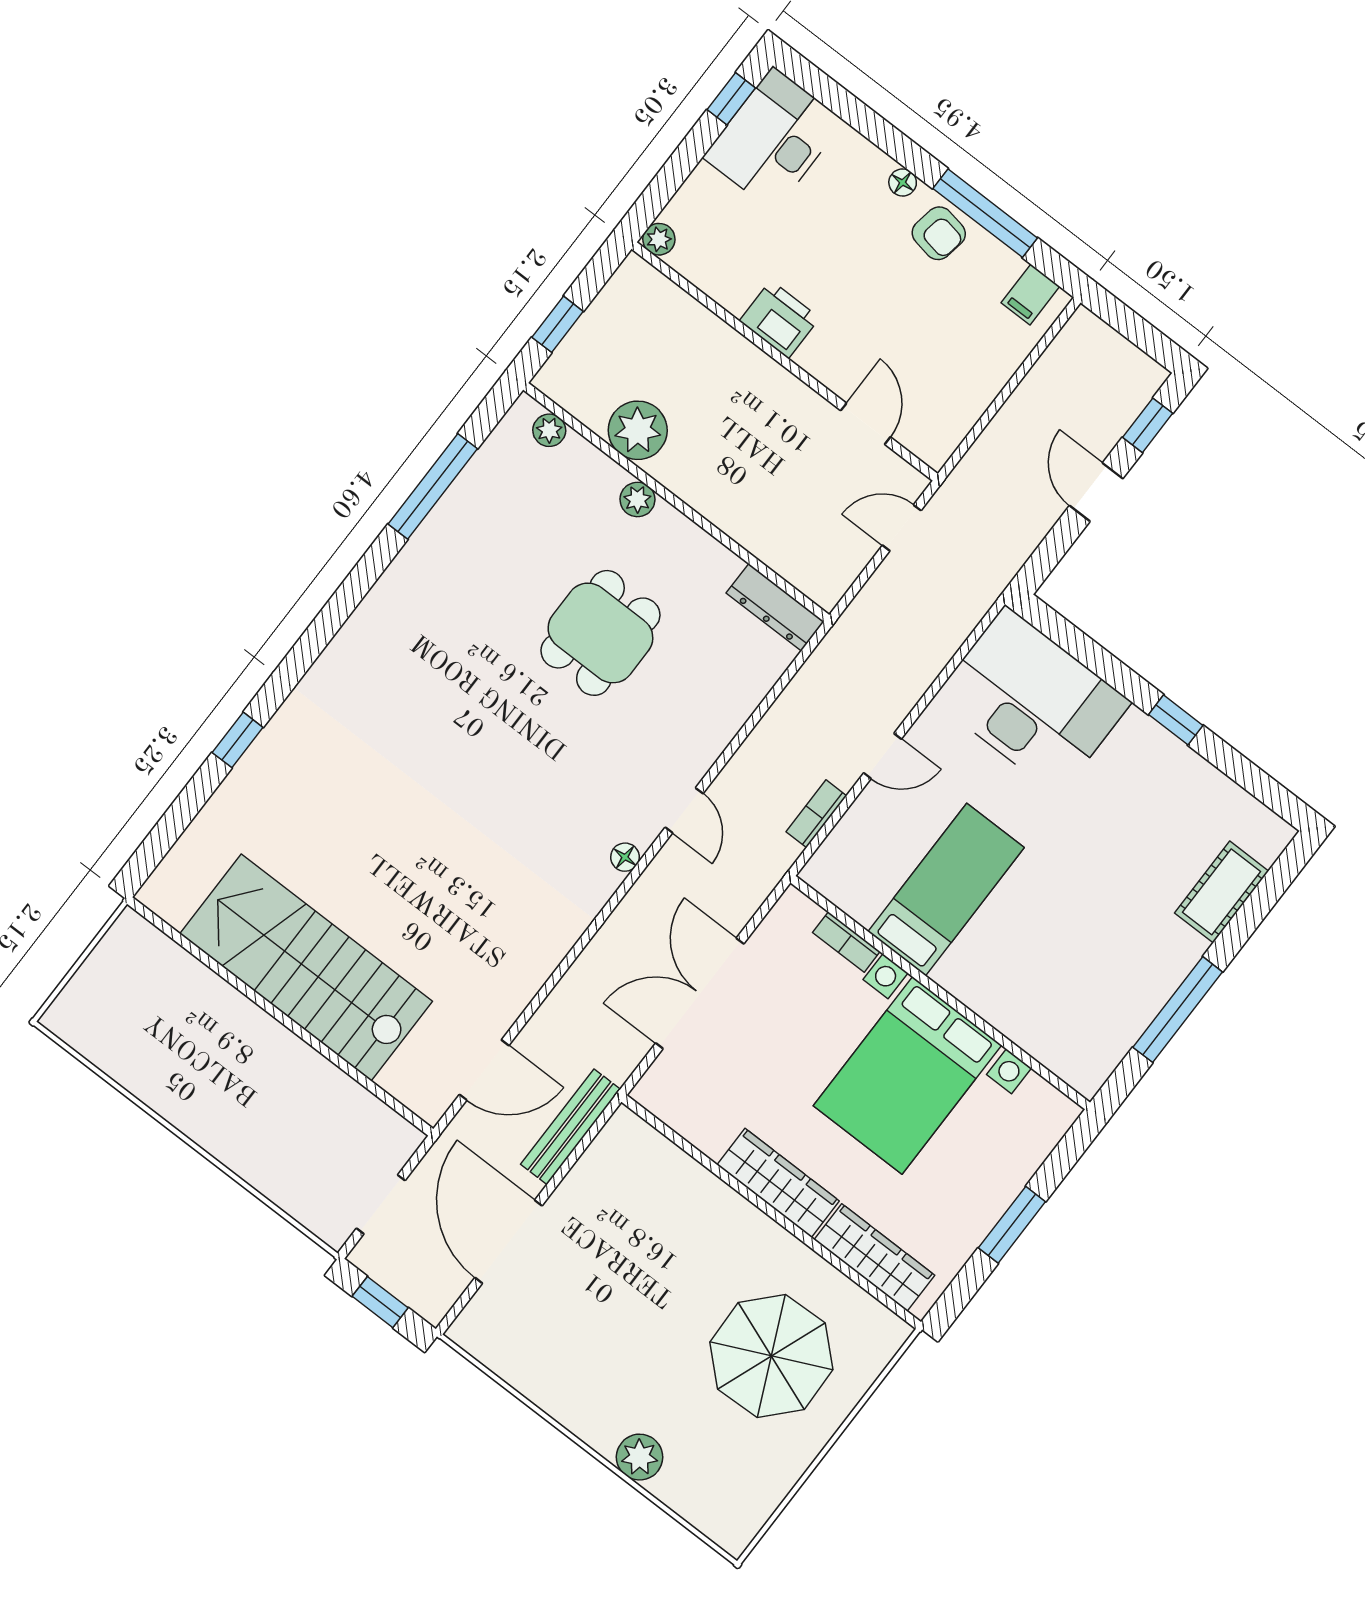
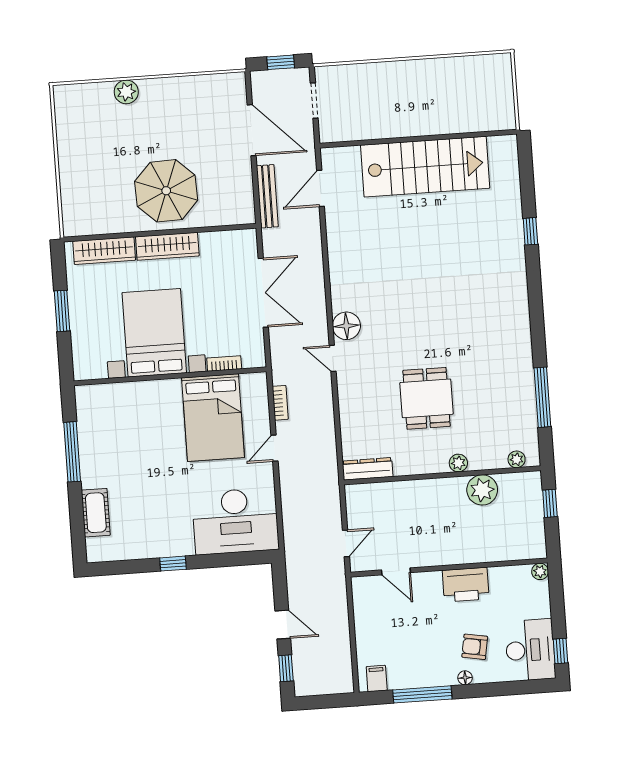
armchair: (939, 233) -> (475, 647), moved
printer: (779, 319) -> (466, 585), width x1.37, depth x1.19
floor lamp: (625, 857) -> (346, 326), width x1.89, depth x1.89
bed: (946, 890) -> (213, 418), width x1.50
parasol: (771, 1356) -> (166, 191), moved

